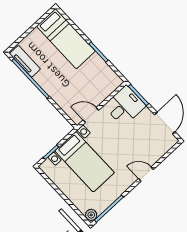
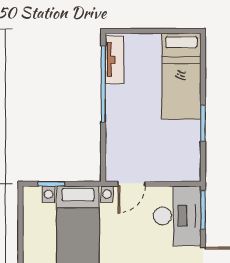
desk: (125, 106) -> (177, 216), width x1.37
door: (91, 115) -> (131, 184), swing flipped

